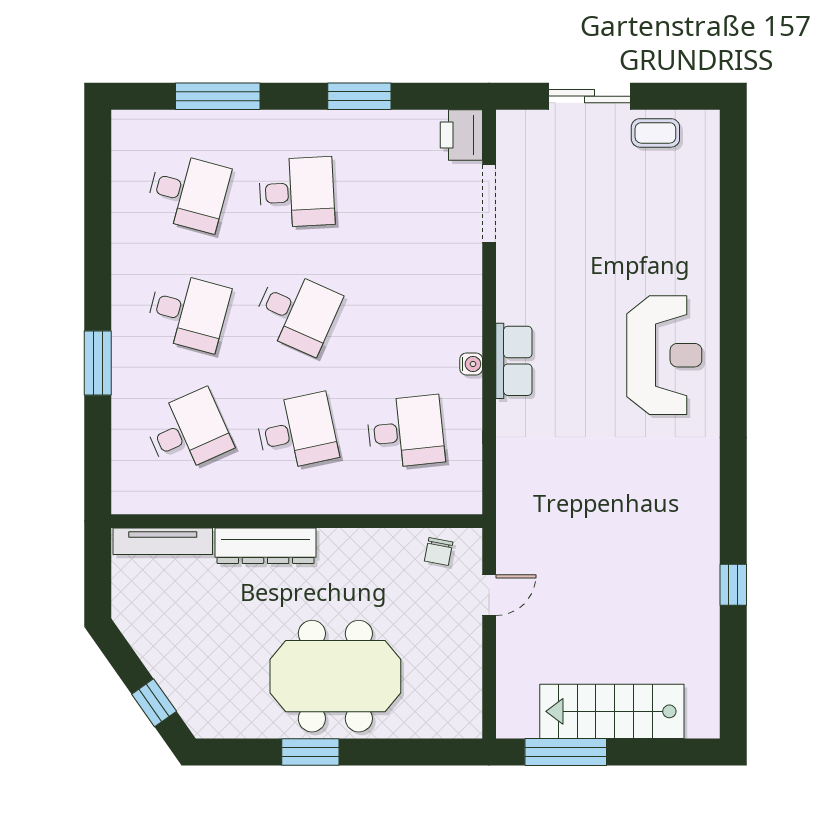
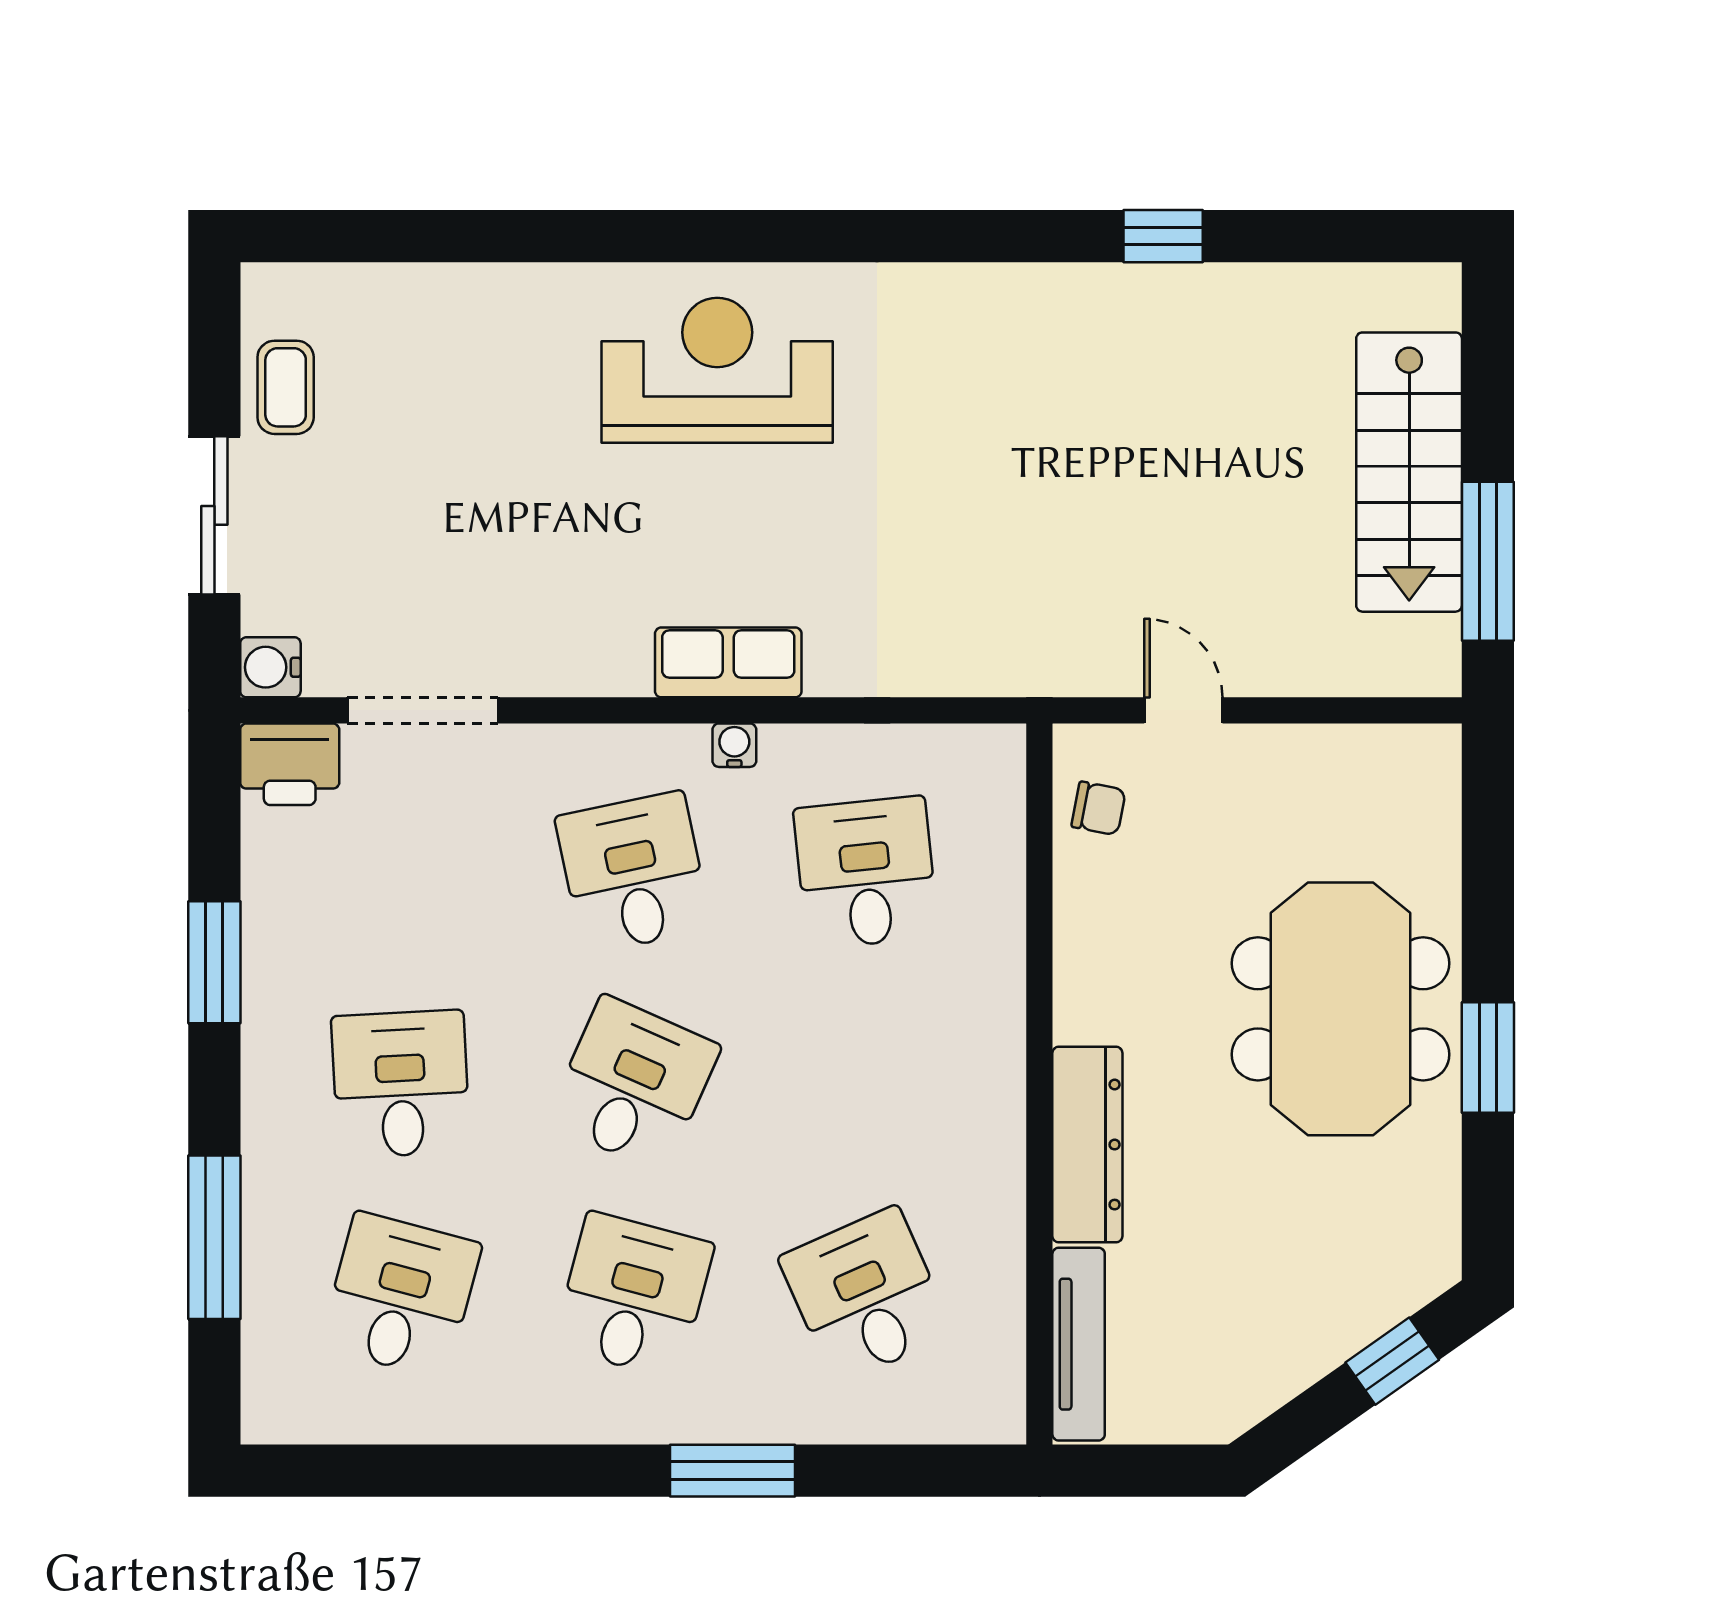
water cooler: (511, 125) -> (270, 667), added
desk: (297, 432) -> (633, 873), moved

